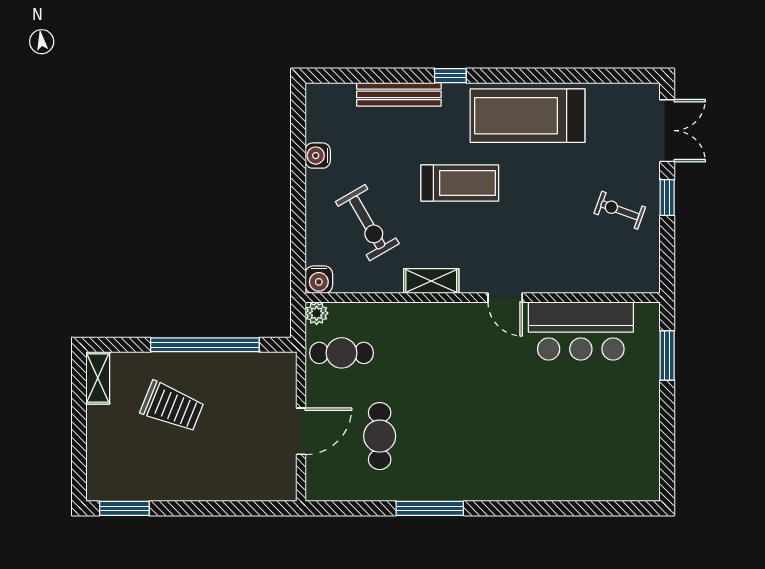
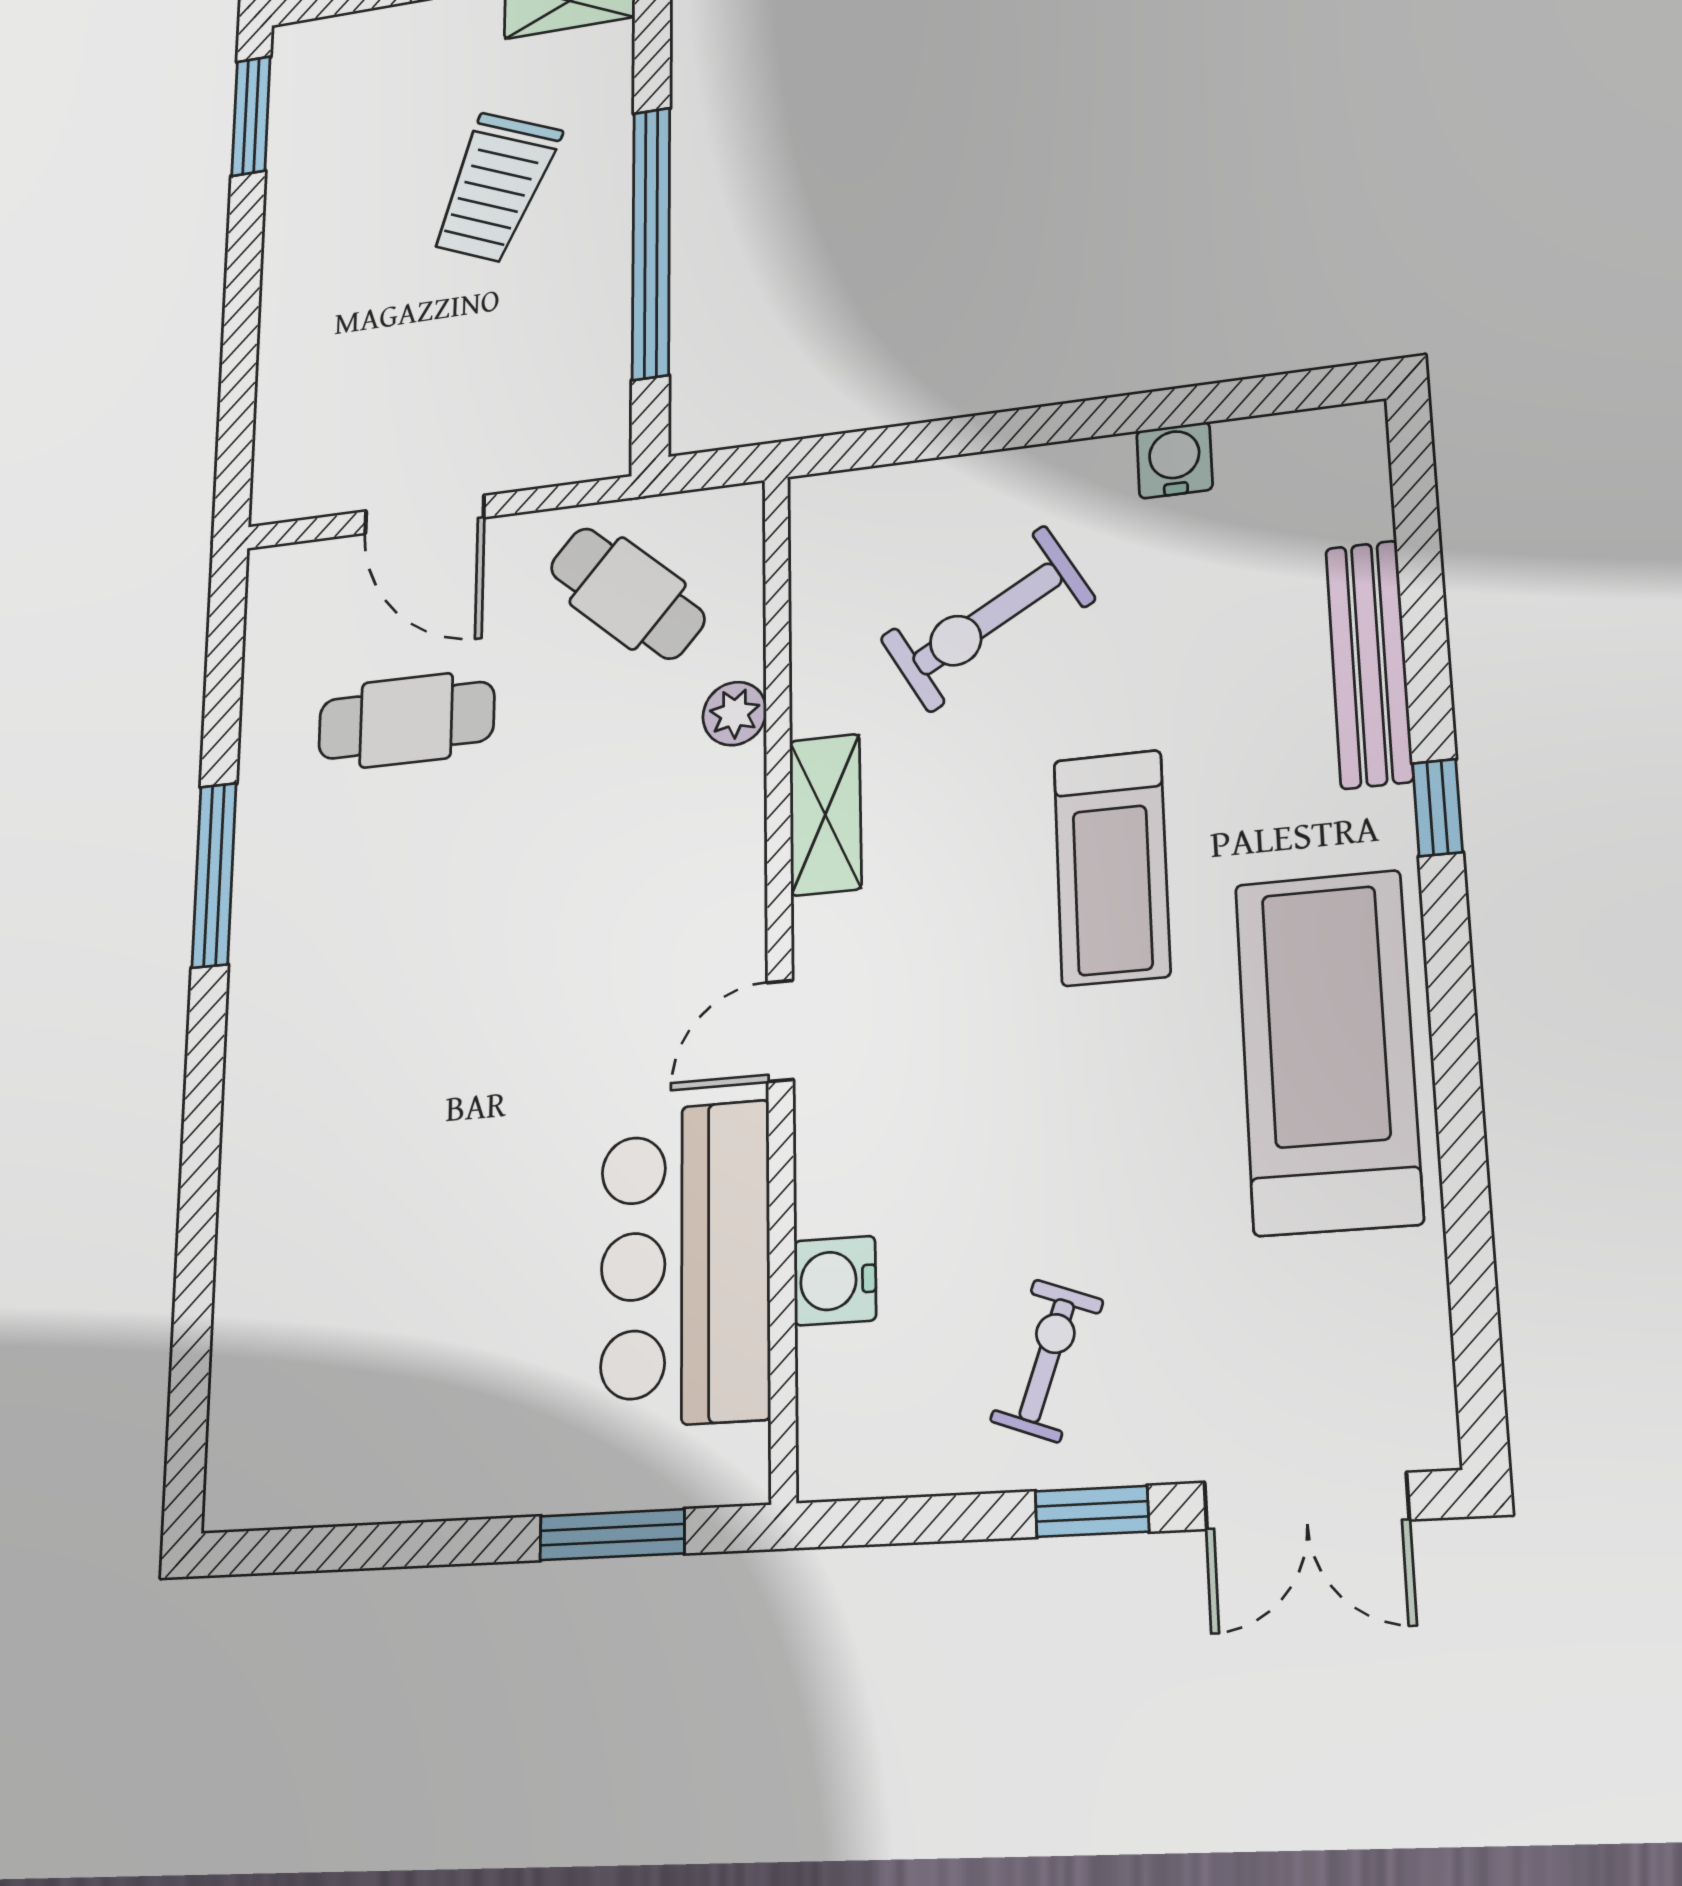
water cooler: (319, 280) -> (835, 1281), moved
plant: (317, 313) -> (735, 714), moved
cafe table: (342, 353) -> (627, 593), turned -49

